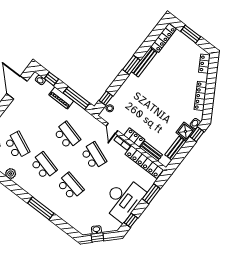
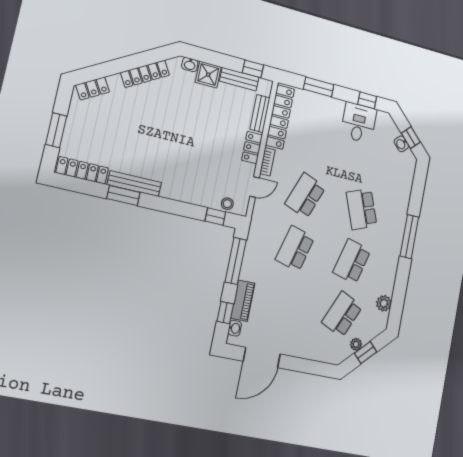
window: (131, 65) -> (123, 195), moved
piano: (61, 98) -> (243, 301), moved
window: (197, 134) -> (253, 69), moved
school desk: (70, 186) -> (362, 209), turned -33
desk: (123, 199) -> (359, 123), width x0.53, depth x0.77

